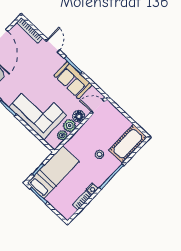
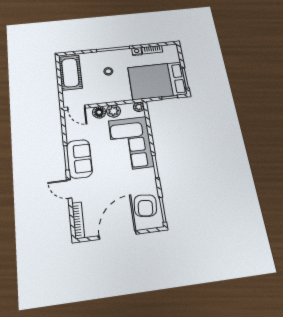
door: (53, 45) -> (69, 189), hinge flipped
sofa: (73, 80) -> (79, 159), moved
plant: (62, 135) -> (139, 107), moved
cot: (128, 144) -> (70, 73), moved, turned 90
bed: (53, 172) -> (157, 81), width x1.50

